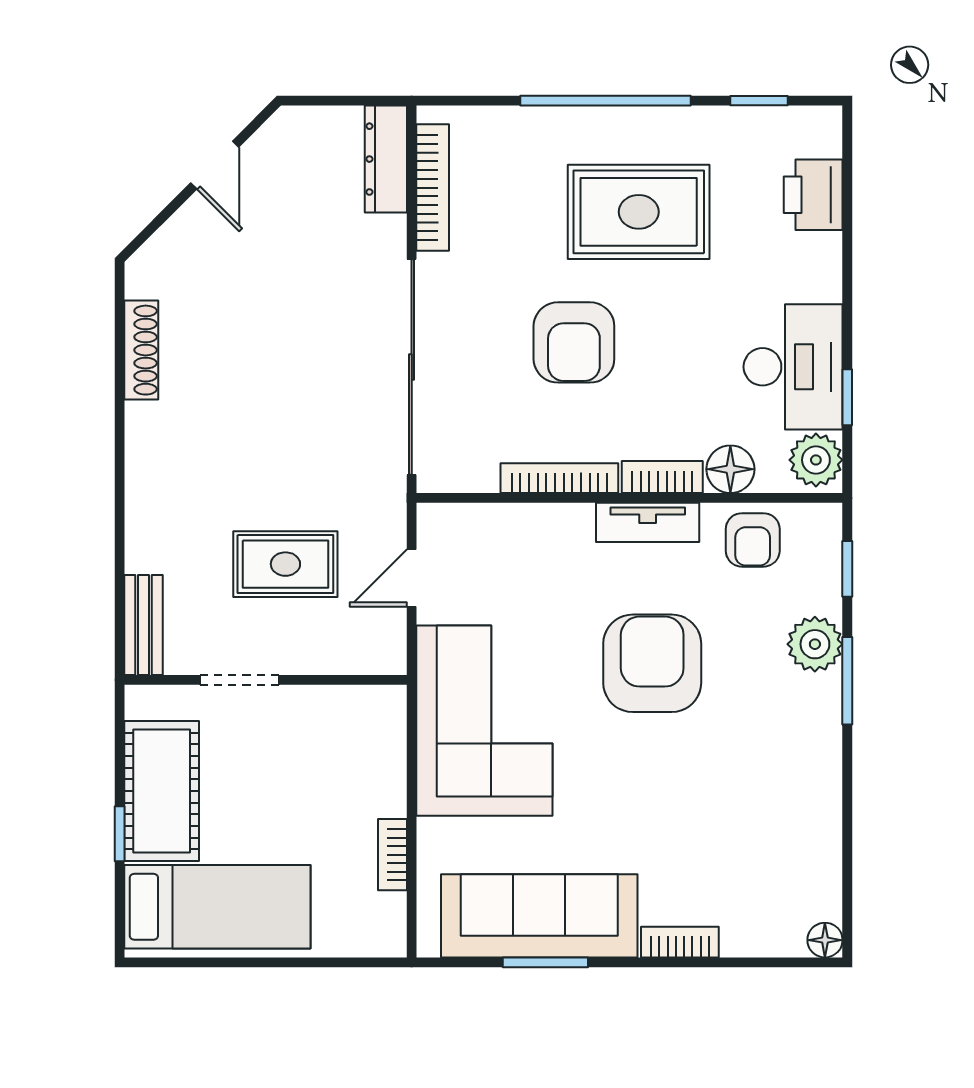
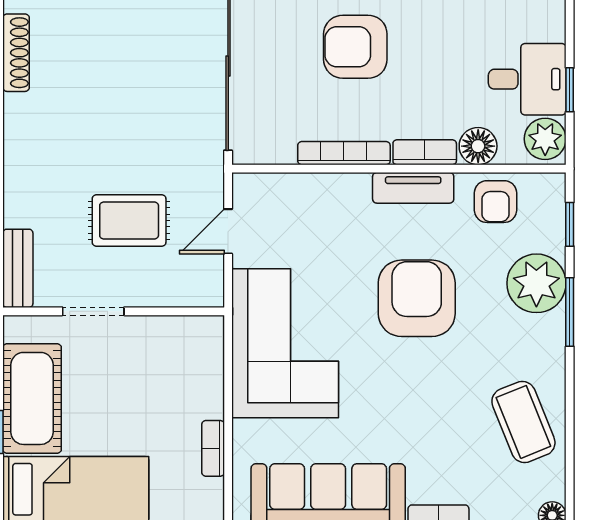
armchair: (574, 342) -> (355, 47), turned 90
desk: (793, 367) -> (527, 79), width x0.73
plant: (815, 644) -> (536, 283), width x1.36, depth x1.36
coffee table: (788, 821) -> (523, 422), added

